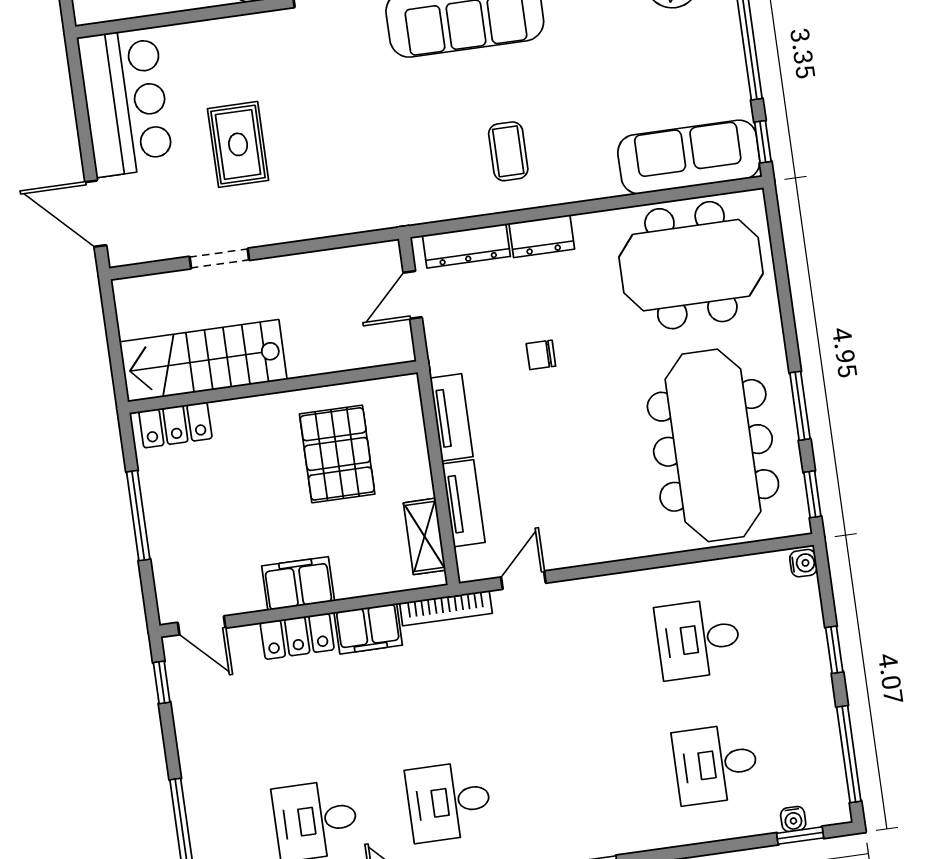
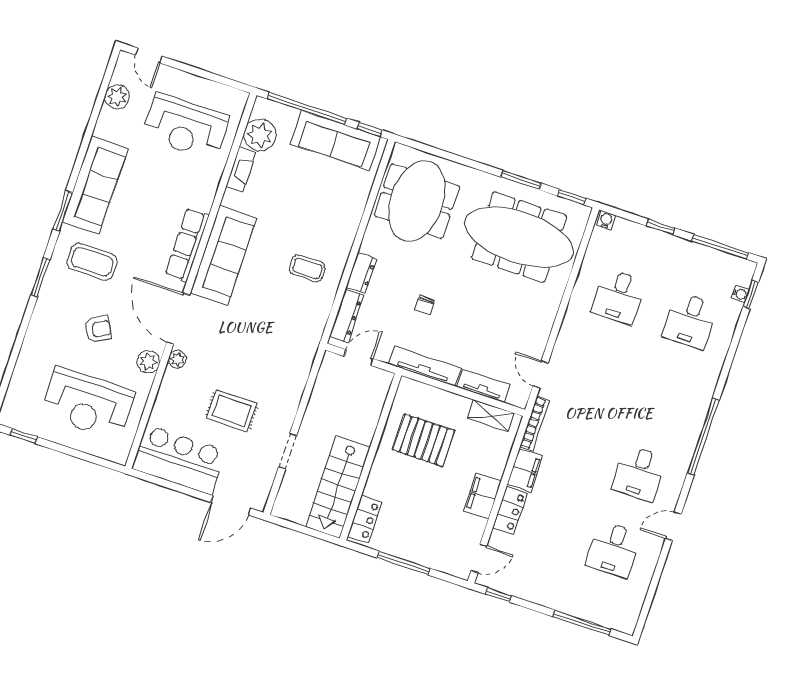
plant: (275, 24) -> (177, 359), added
sofa: (689, 157) -> (335, 140), moved, turned -90
door: (413, 295) -> (359, 358), swing flipped
tv unit: (452, 417) -> (425, 366), width x1.41

